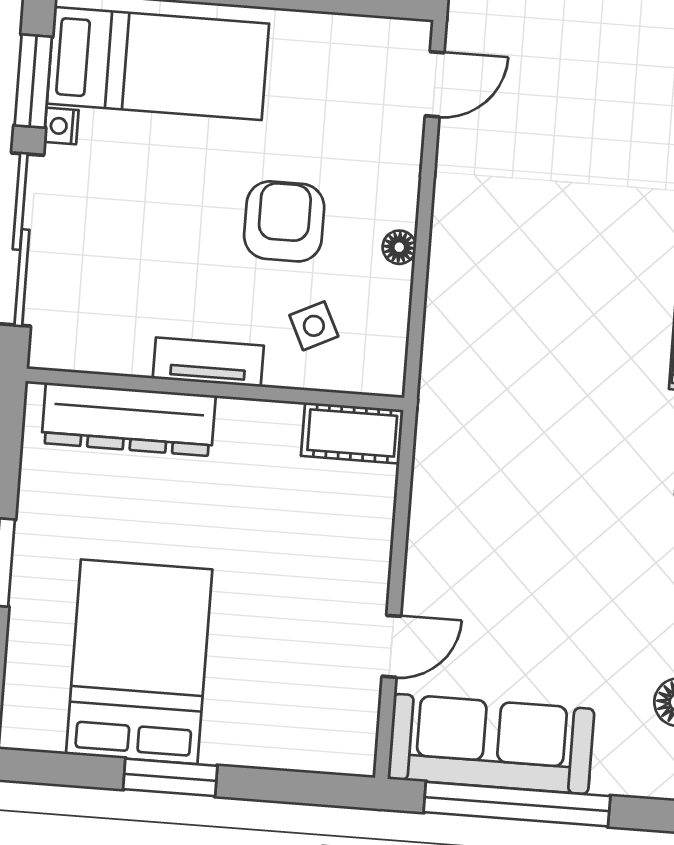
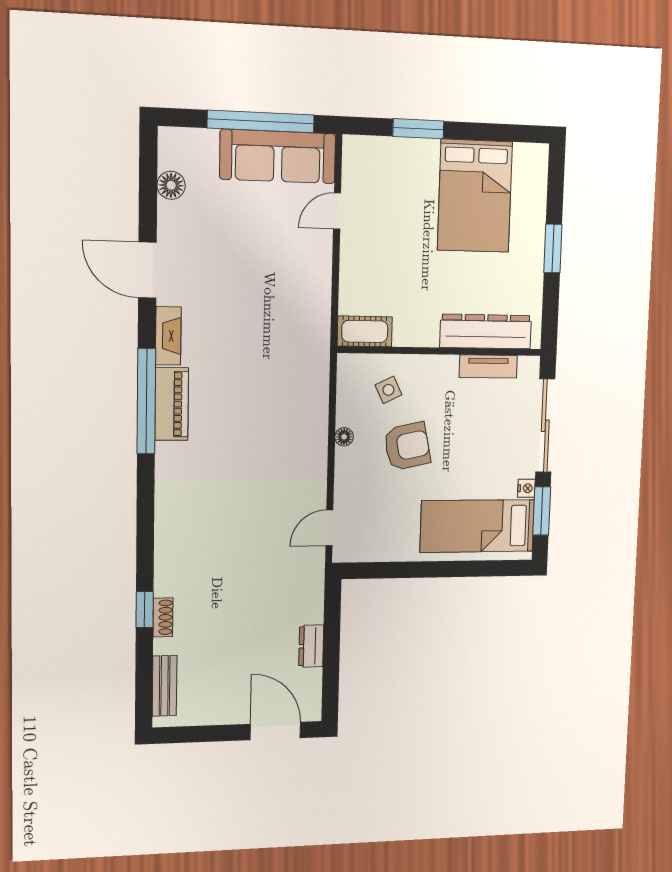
armchair: (284, 221) -> (407, 446), turned -102
tv unit: (208, 362) -> (488, 366), moved
window: (170, 777) -> (418, 129), moved

